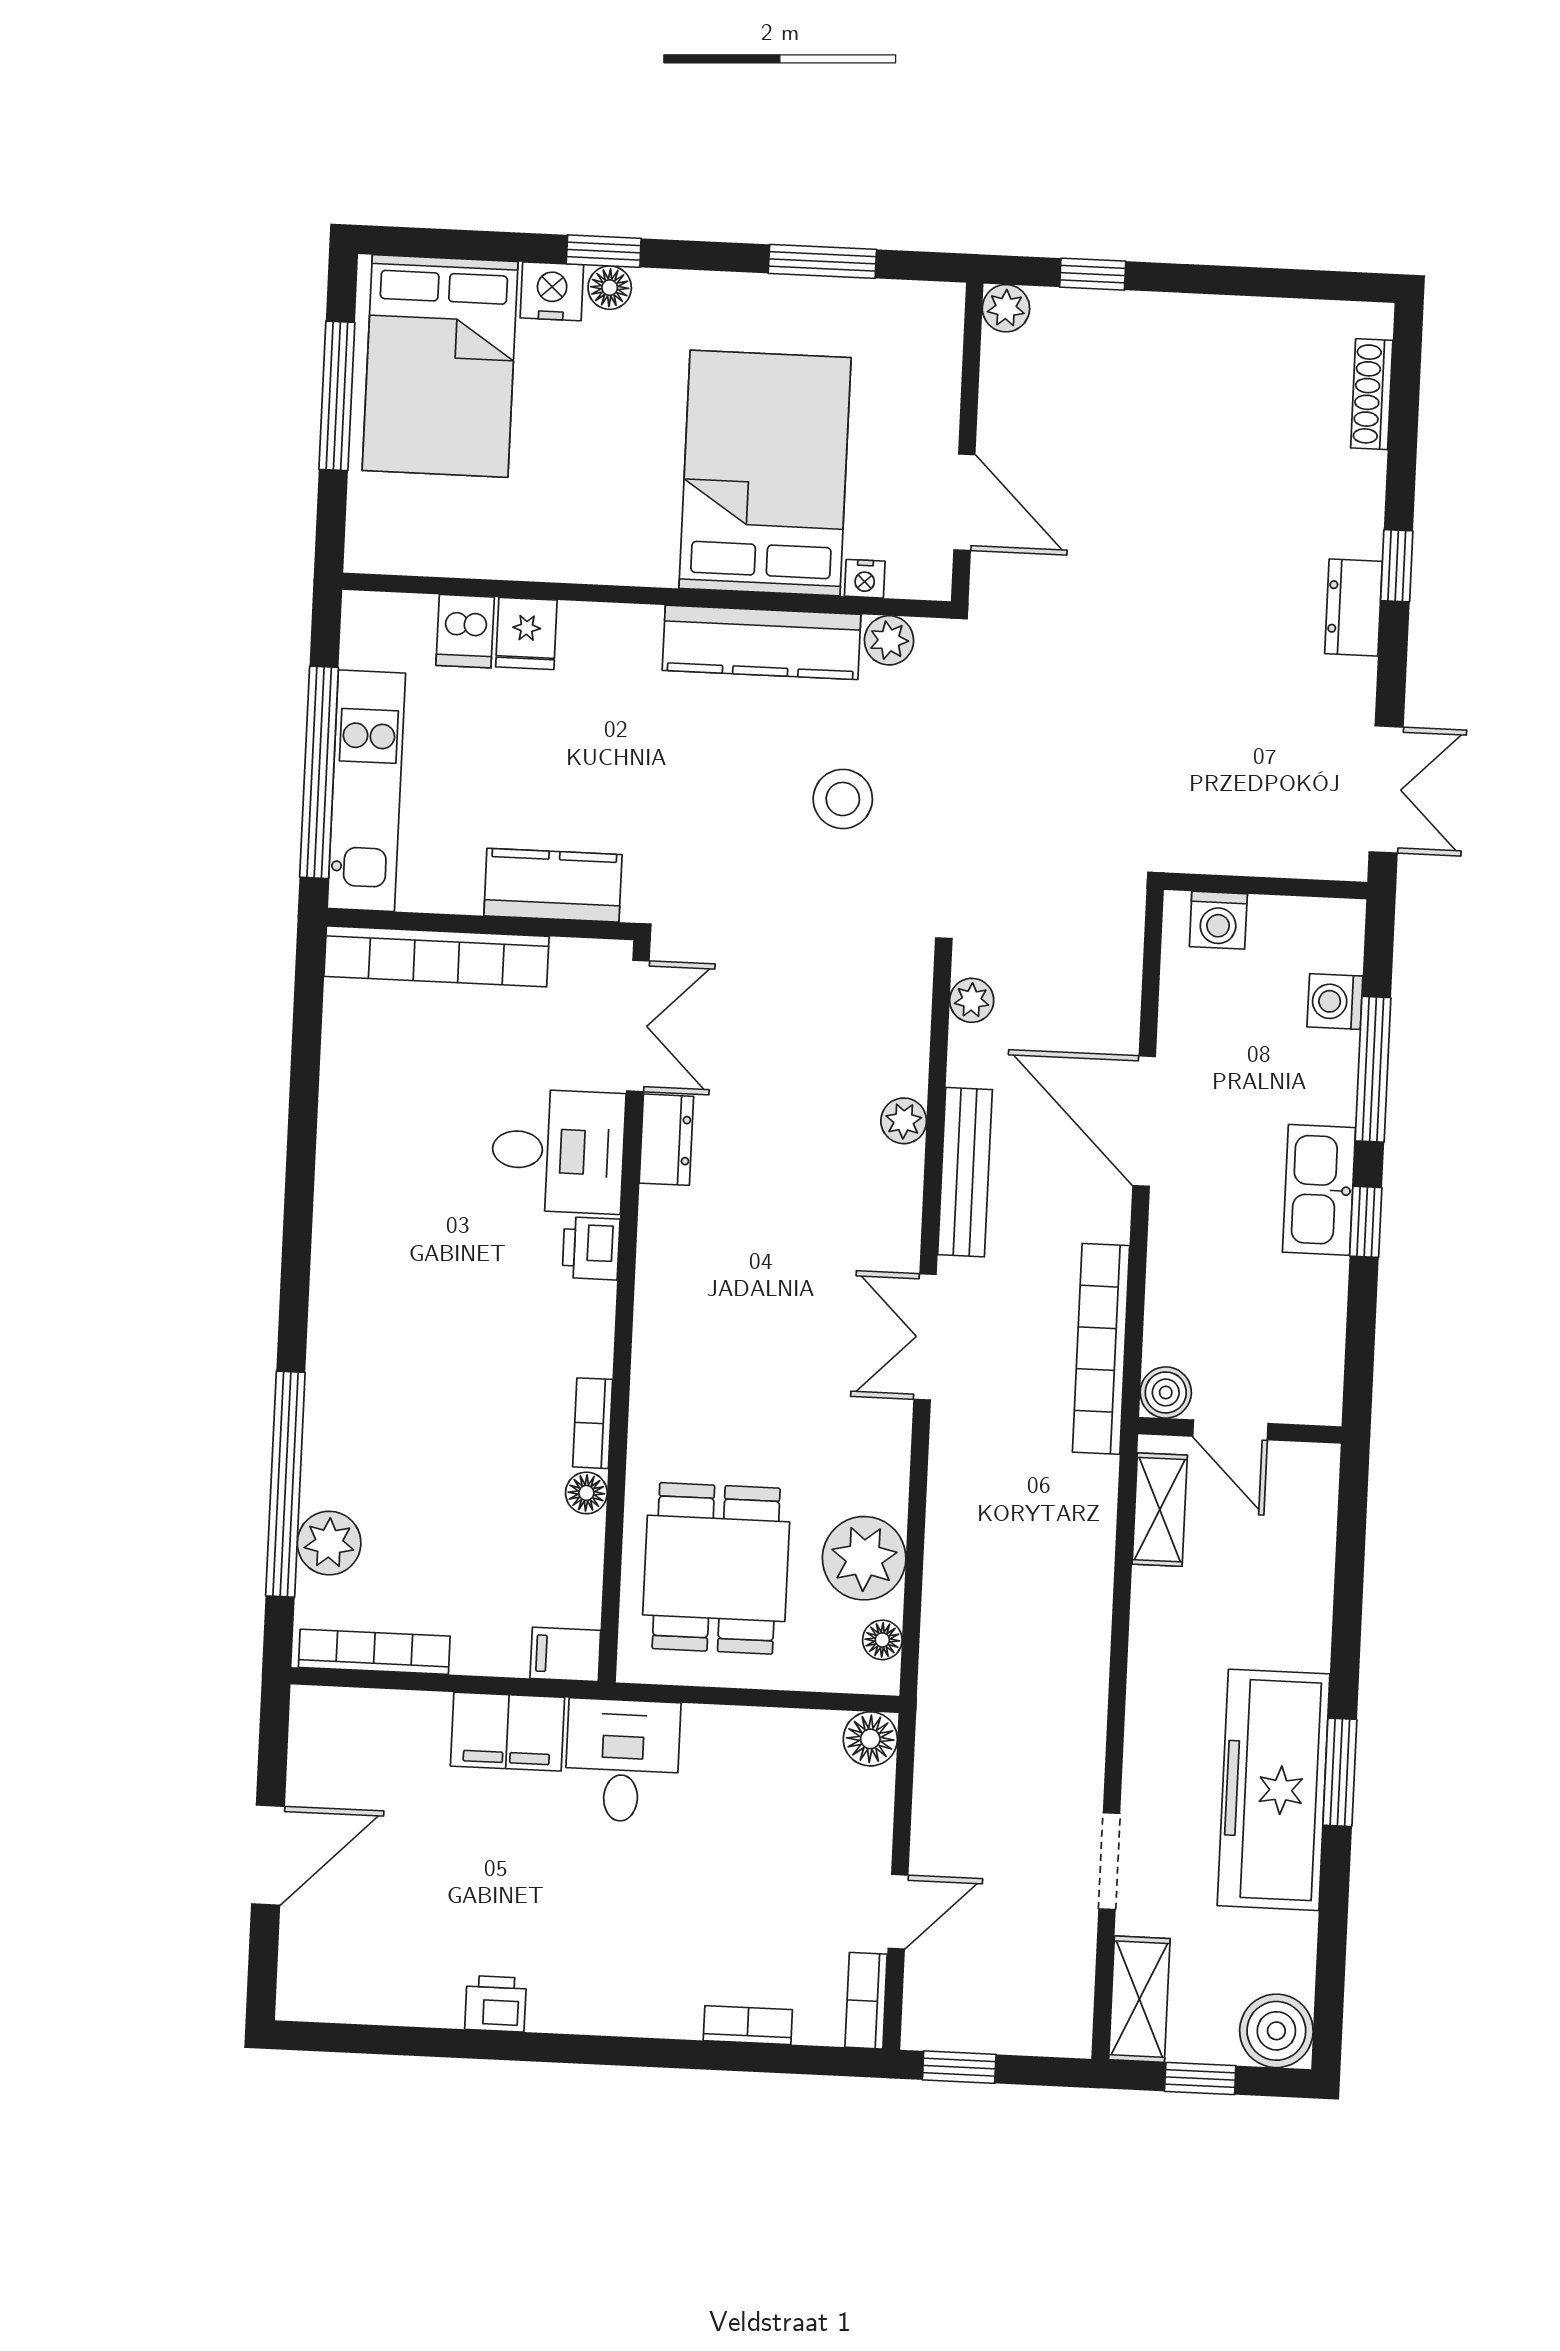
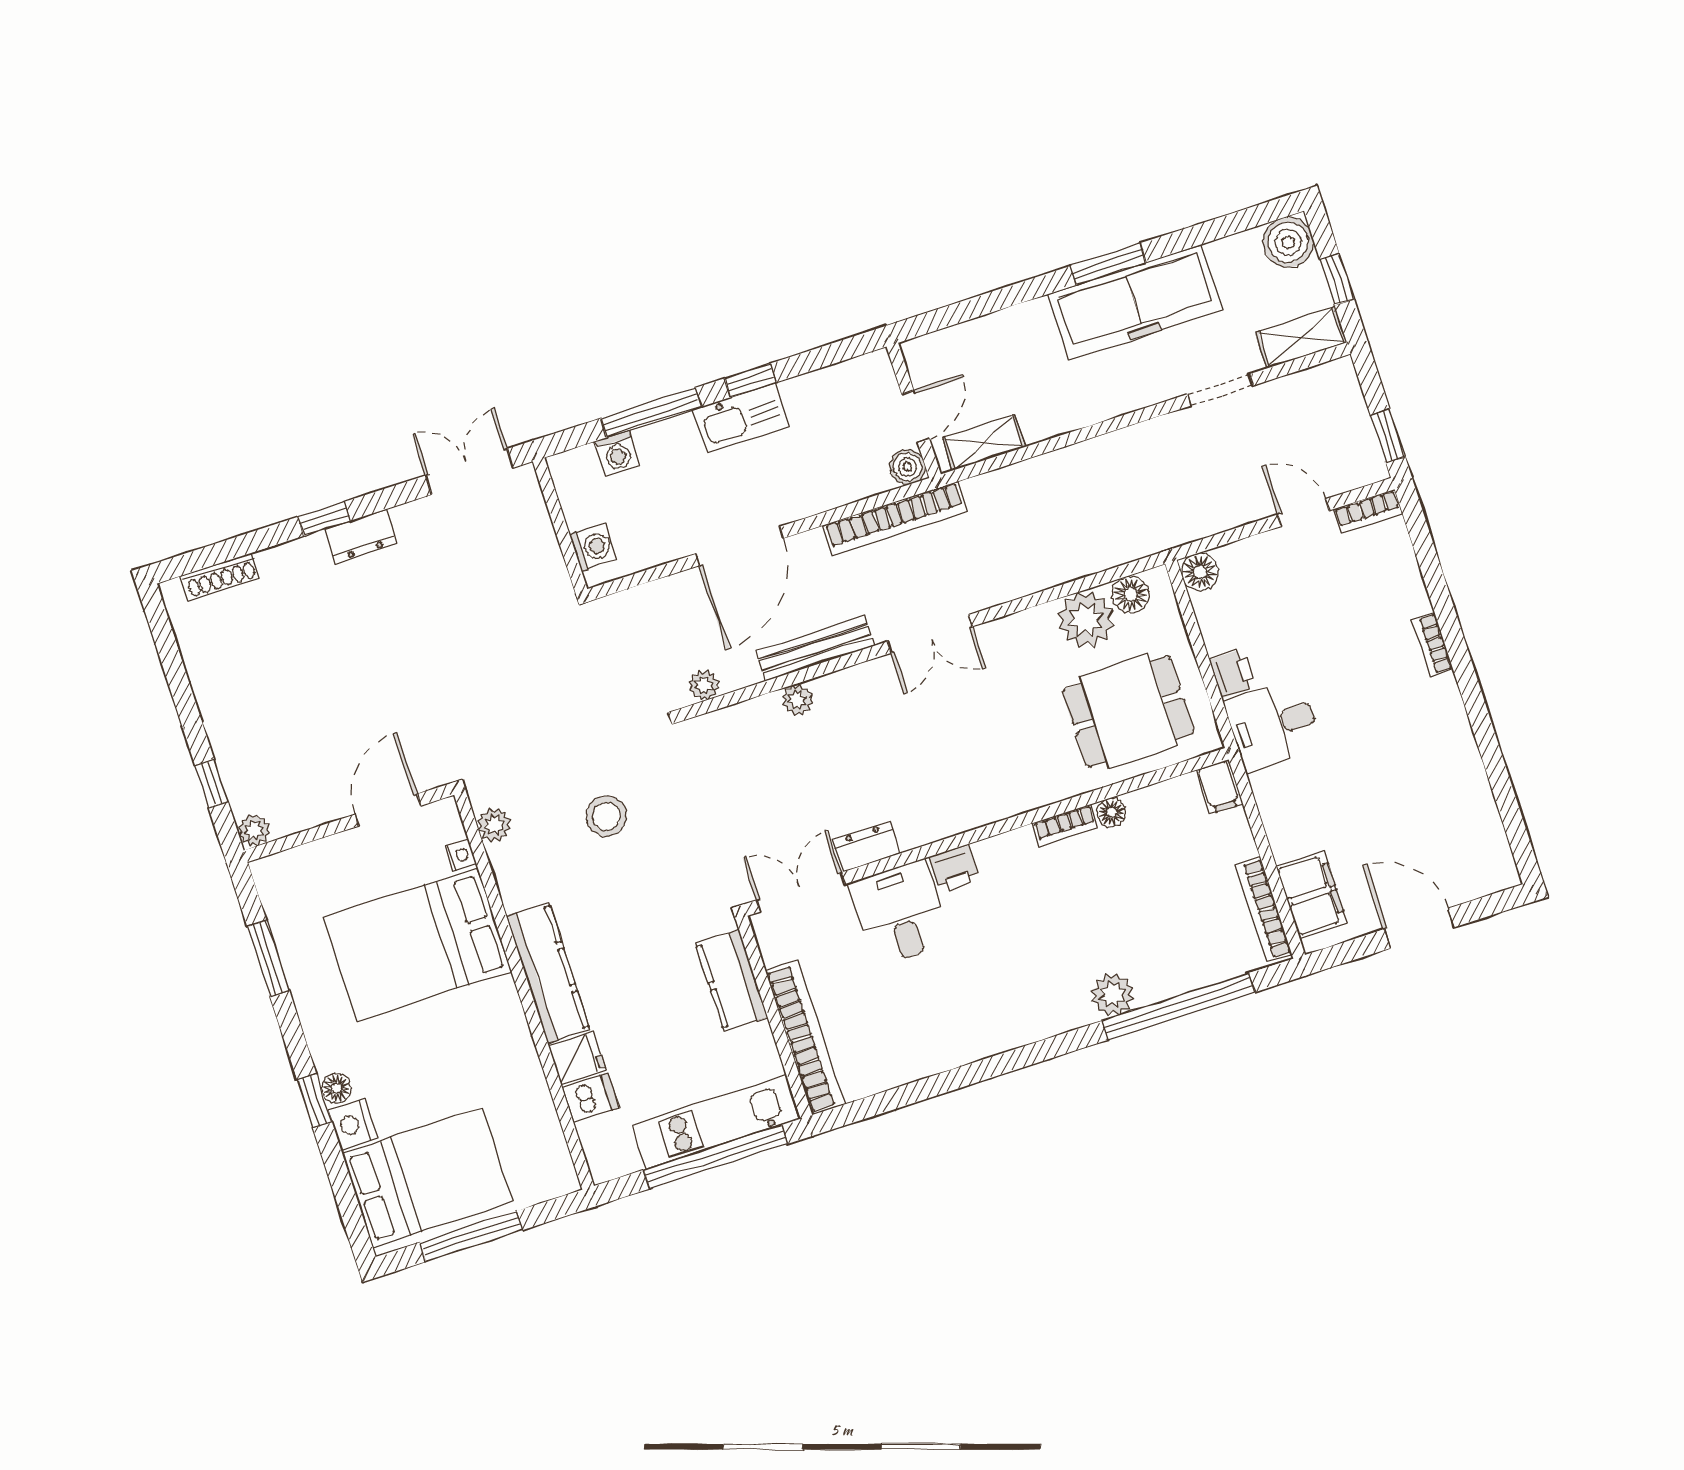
kitchen counter: (762, 642) -> (548, 973), moved
plant: (329, 1543) -> (1113, 995), moved
floor lamp: (882, 1640) -> (1130, 594), width x1.37, depth x1.37
filing cabinet: (507, 1732) -> (1312, 895), moved
printer: (496, 2004) -> (1233, 673), moved, turned 180
bookcase: (748, 2025) -> (1433, 645), moved

